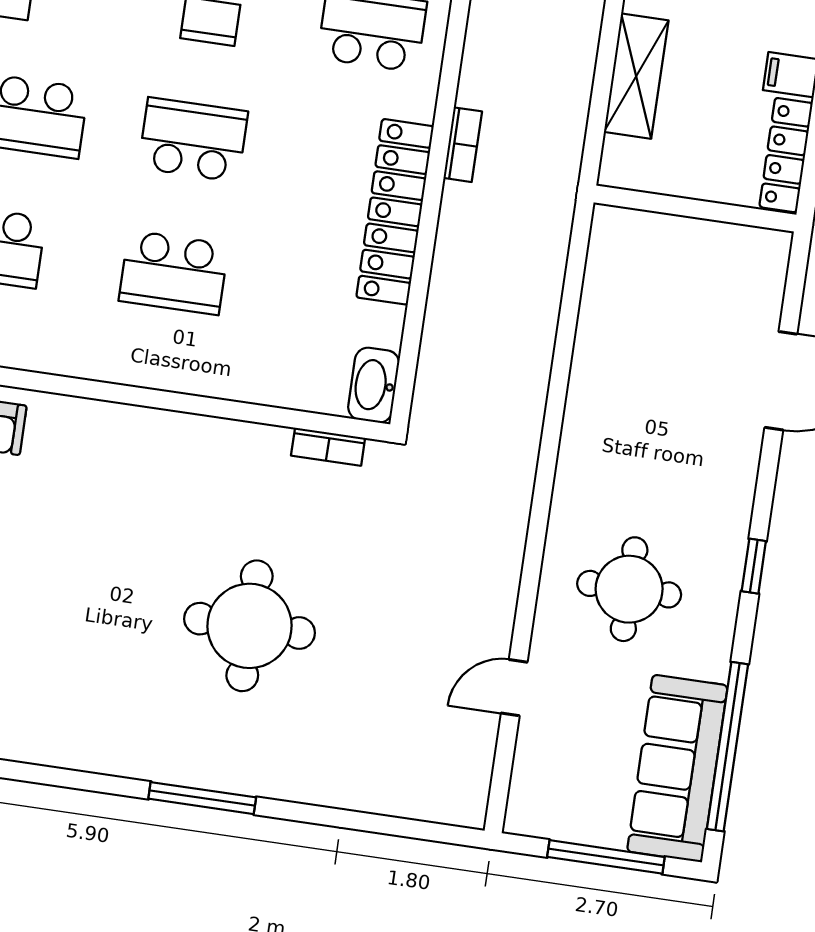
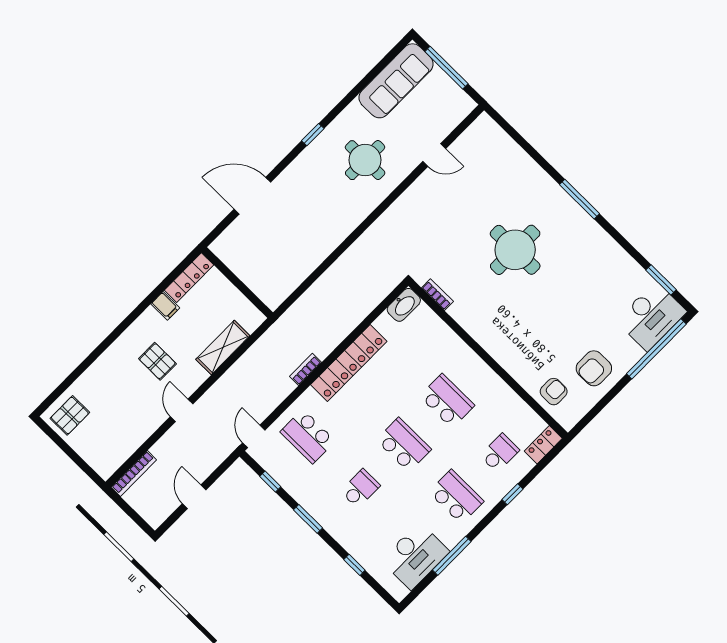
school desk: (193, 140) -> (404, 445), turned 180
window: (727, 747) -> (372, 75), removed

